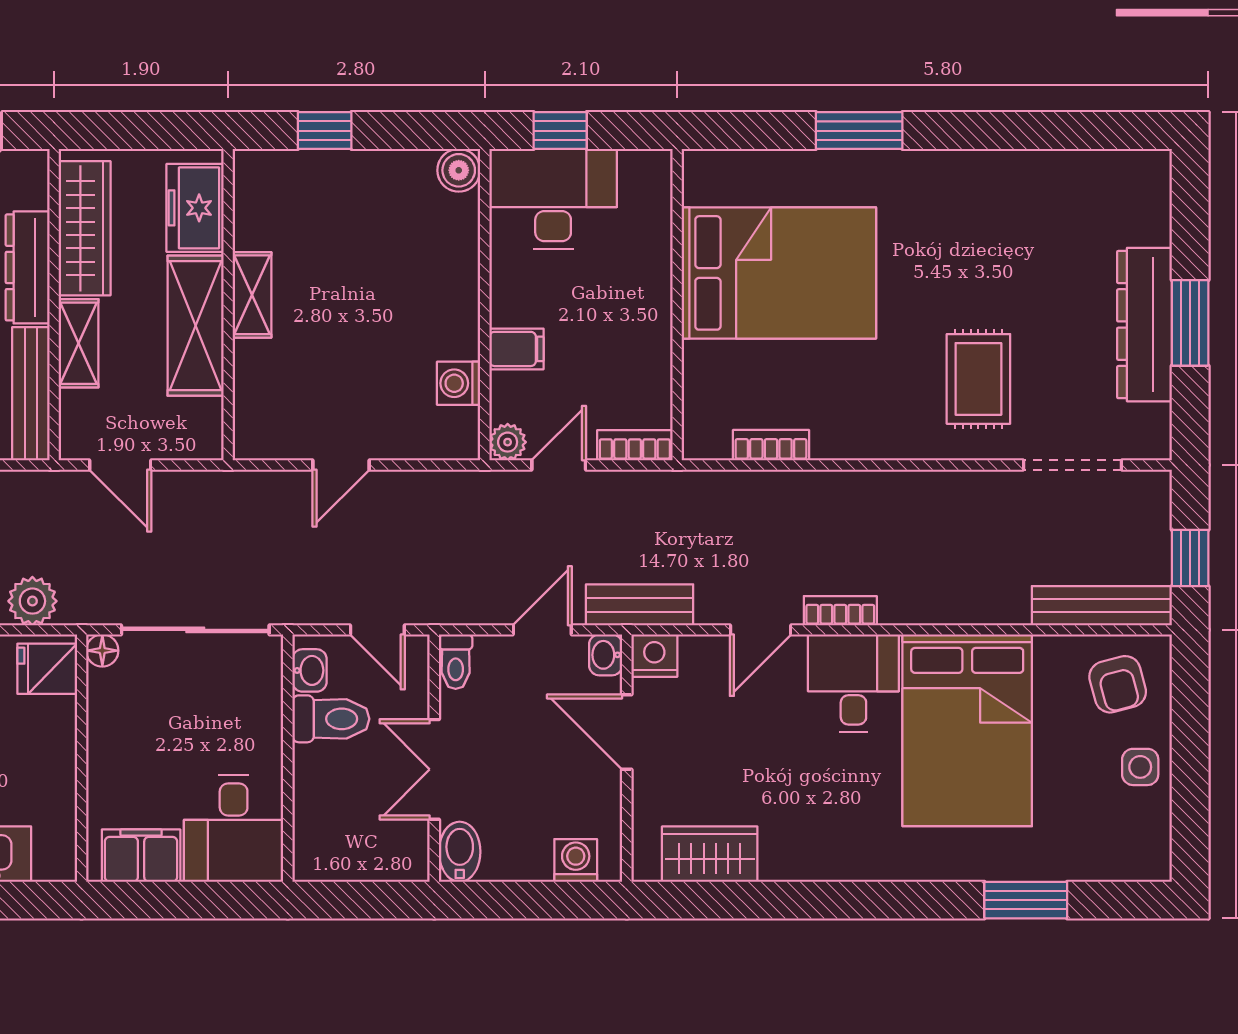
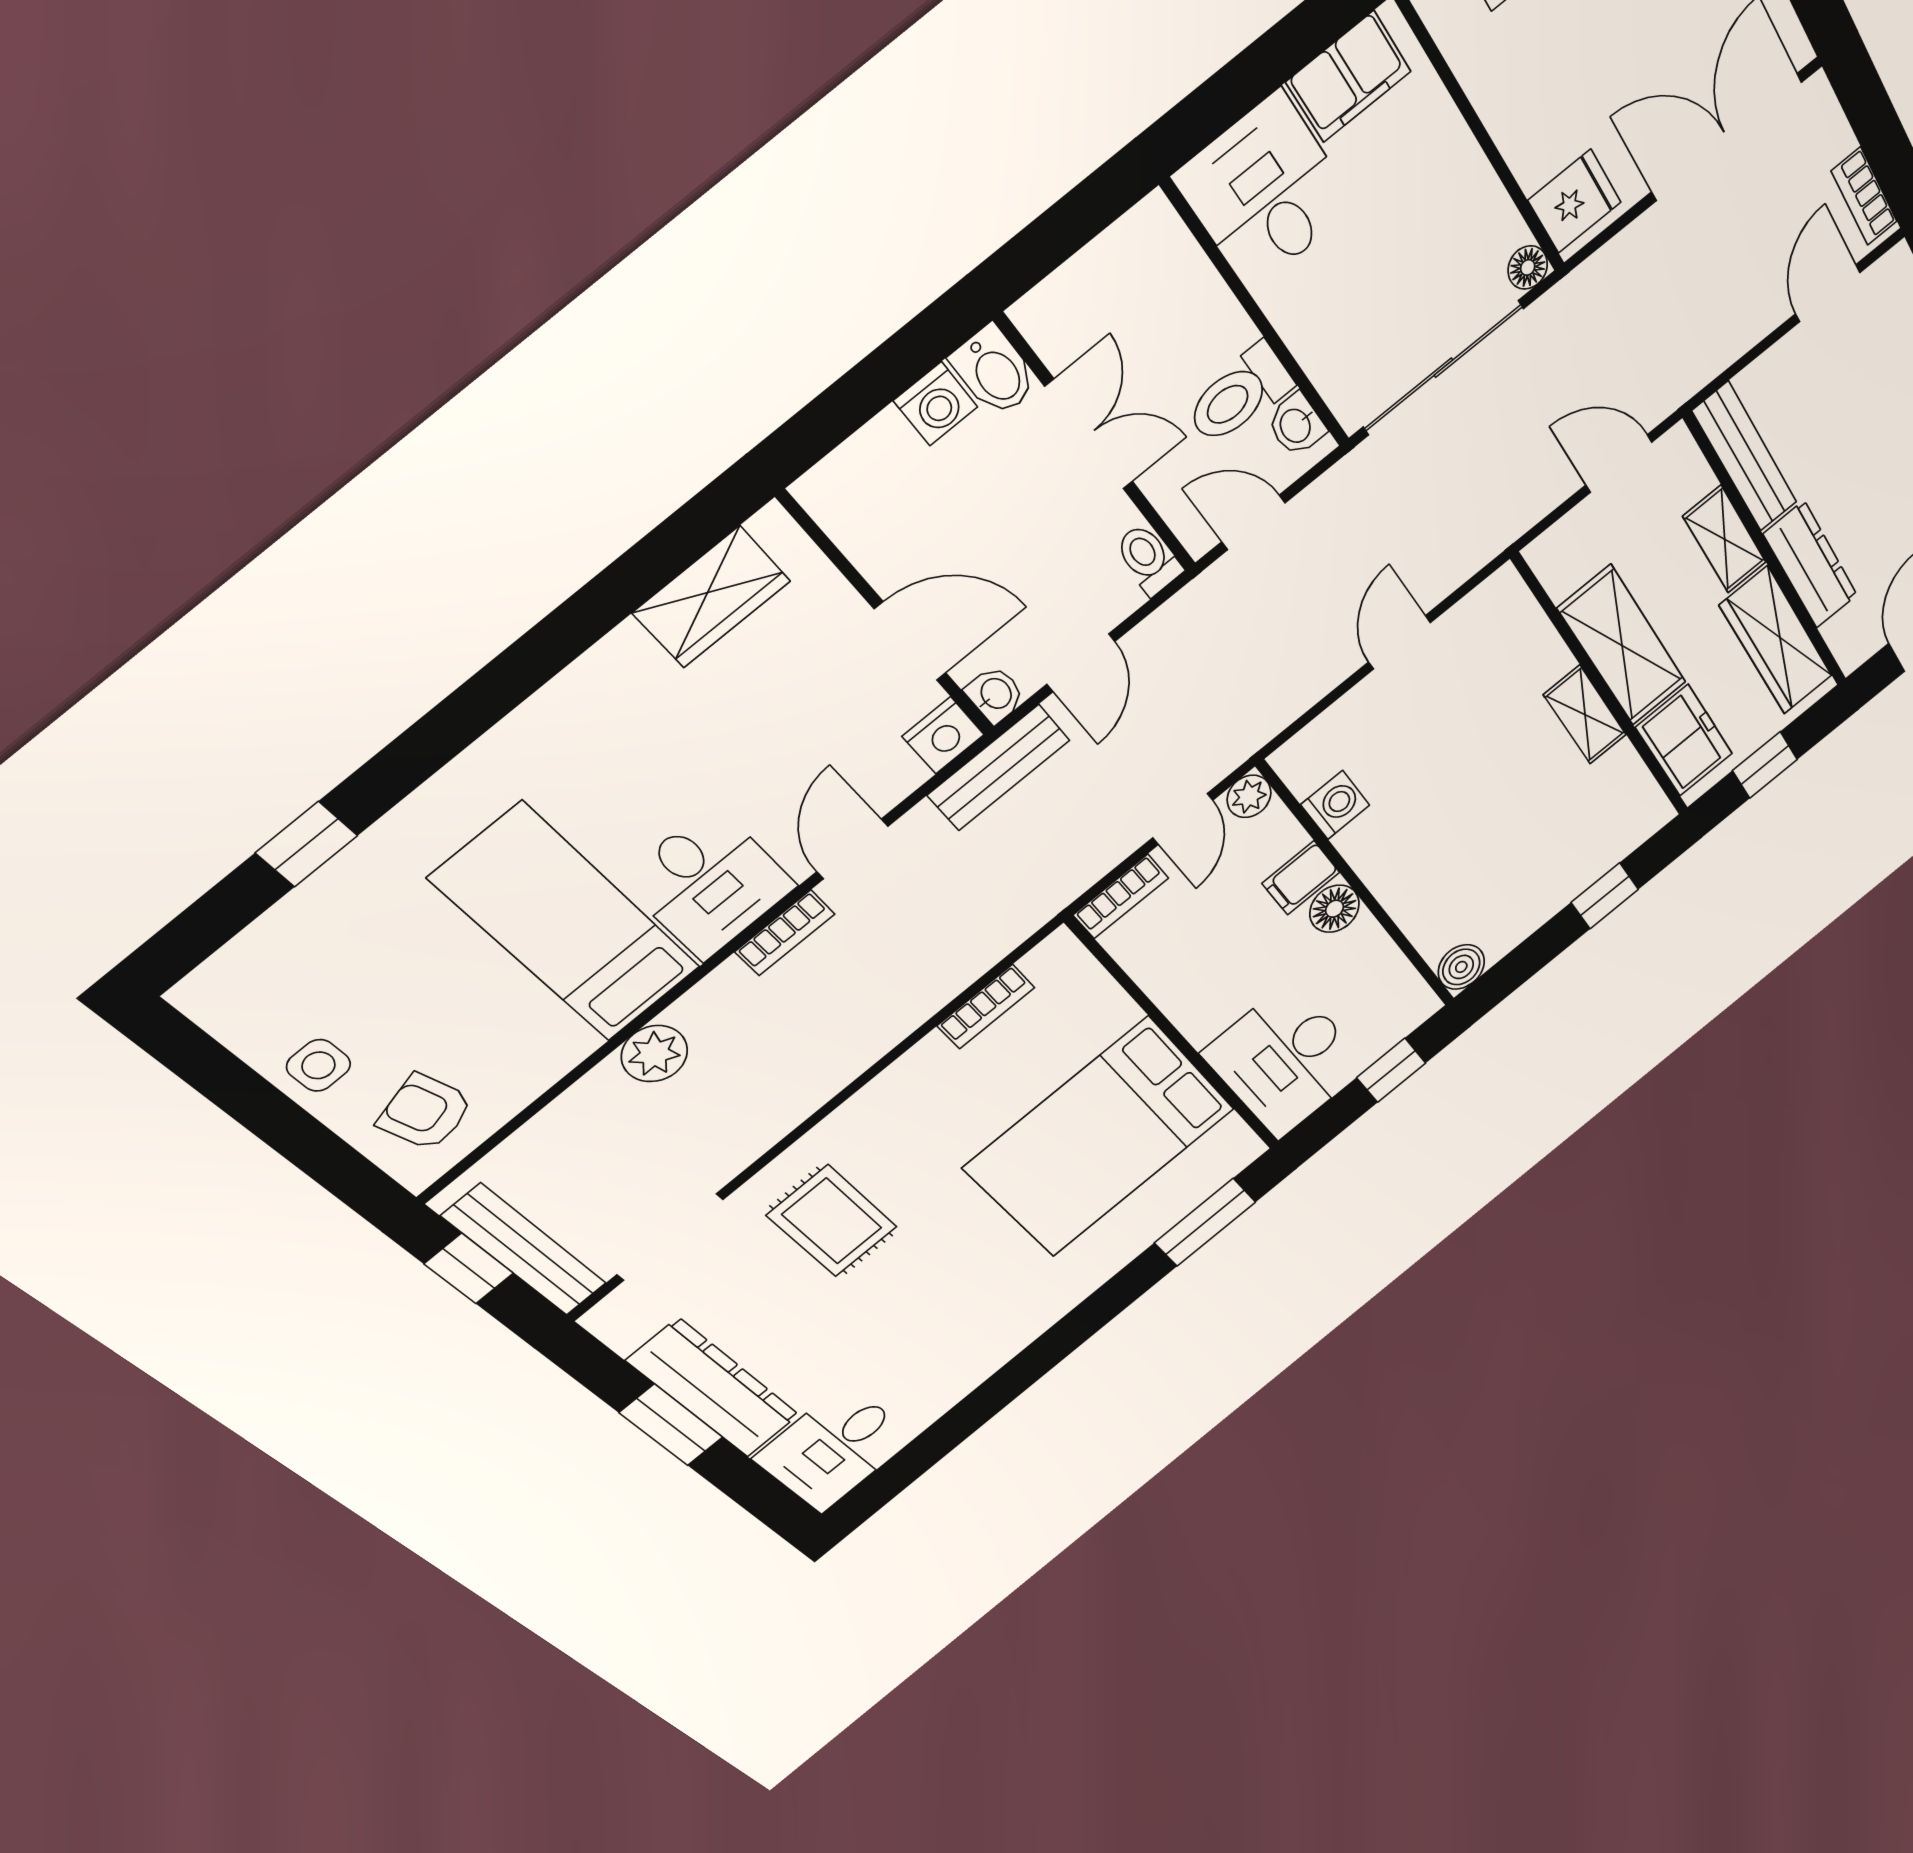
window: (148, 131) -> (1765, 765), added
window: (859, 131) -> (1205, 1222), moved
desk: (1120, 197) -> (834, 1448), added
desk: (553, 199) -> (1285, 1060), moved, turned 90
floor lamp: (511, 303) -> (1334, 909), added
plant: (32, 601) -> (654, 1054), moved
bench: (1102, 606) -> (525, 1250), moved, turned 90
bed: (967, 730) -> (567, 923), width x0.67
washing machine: (576, 860) -> (936, 404), moved
window: (1026, 900) -> (306, 844), width x0.67

